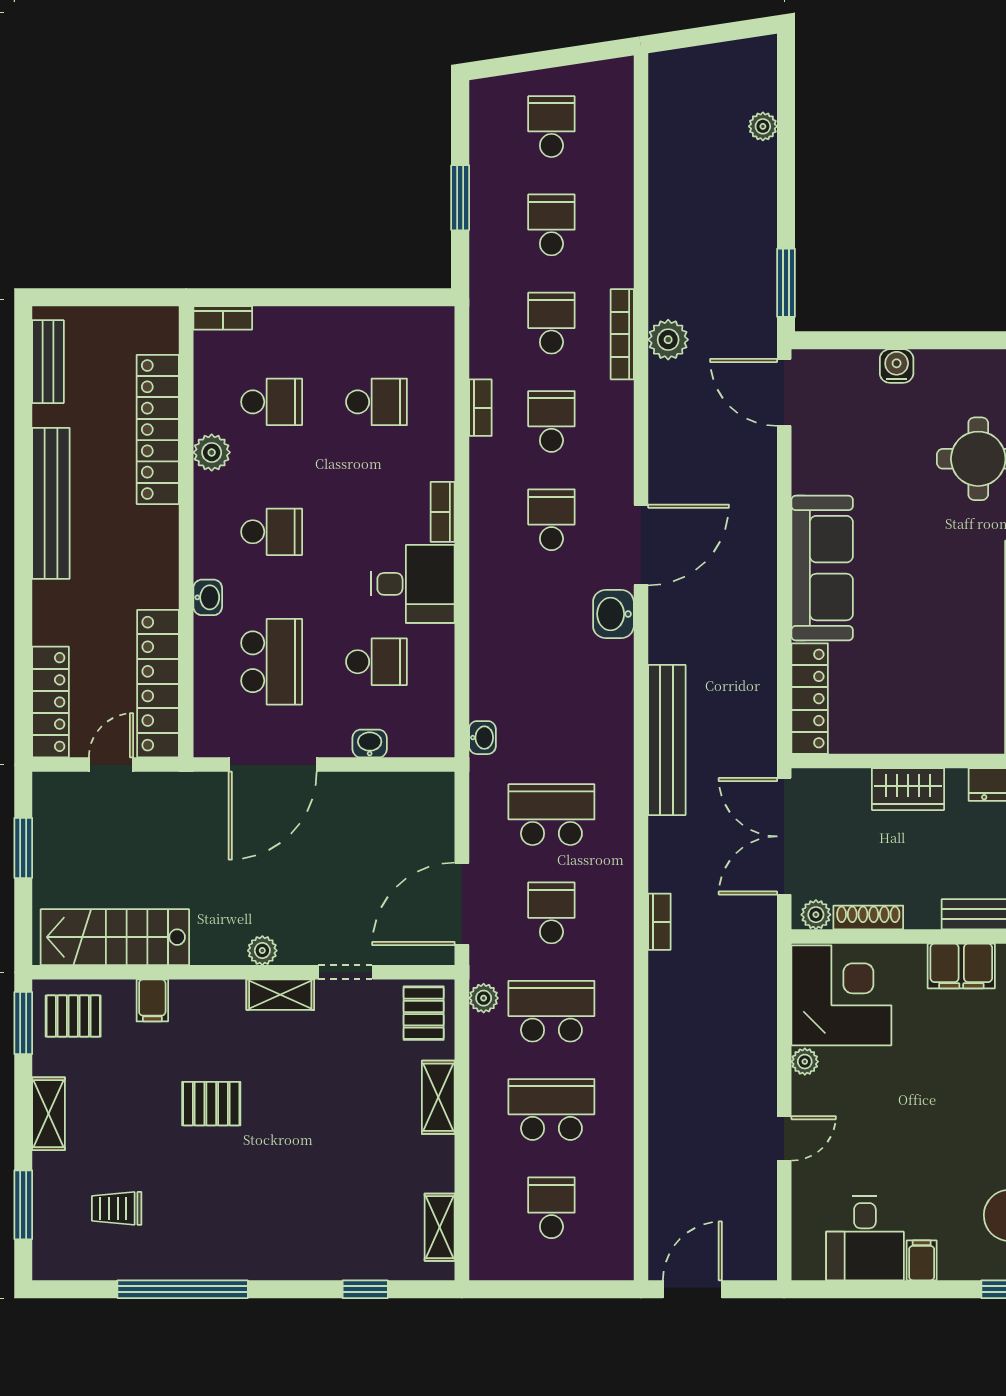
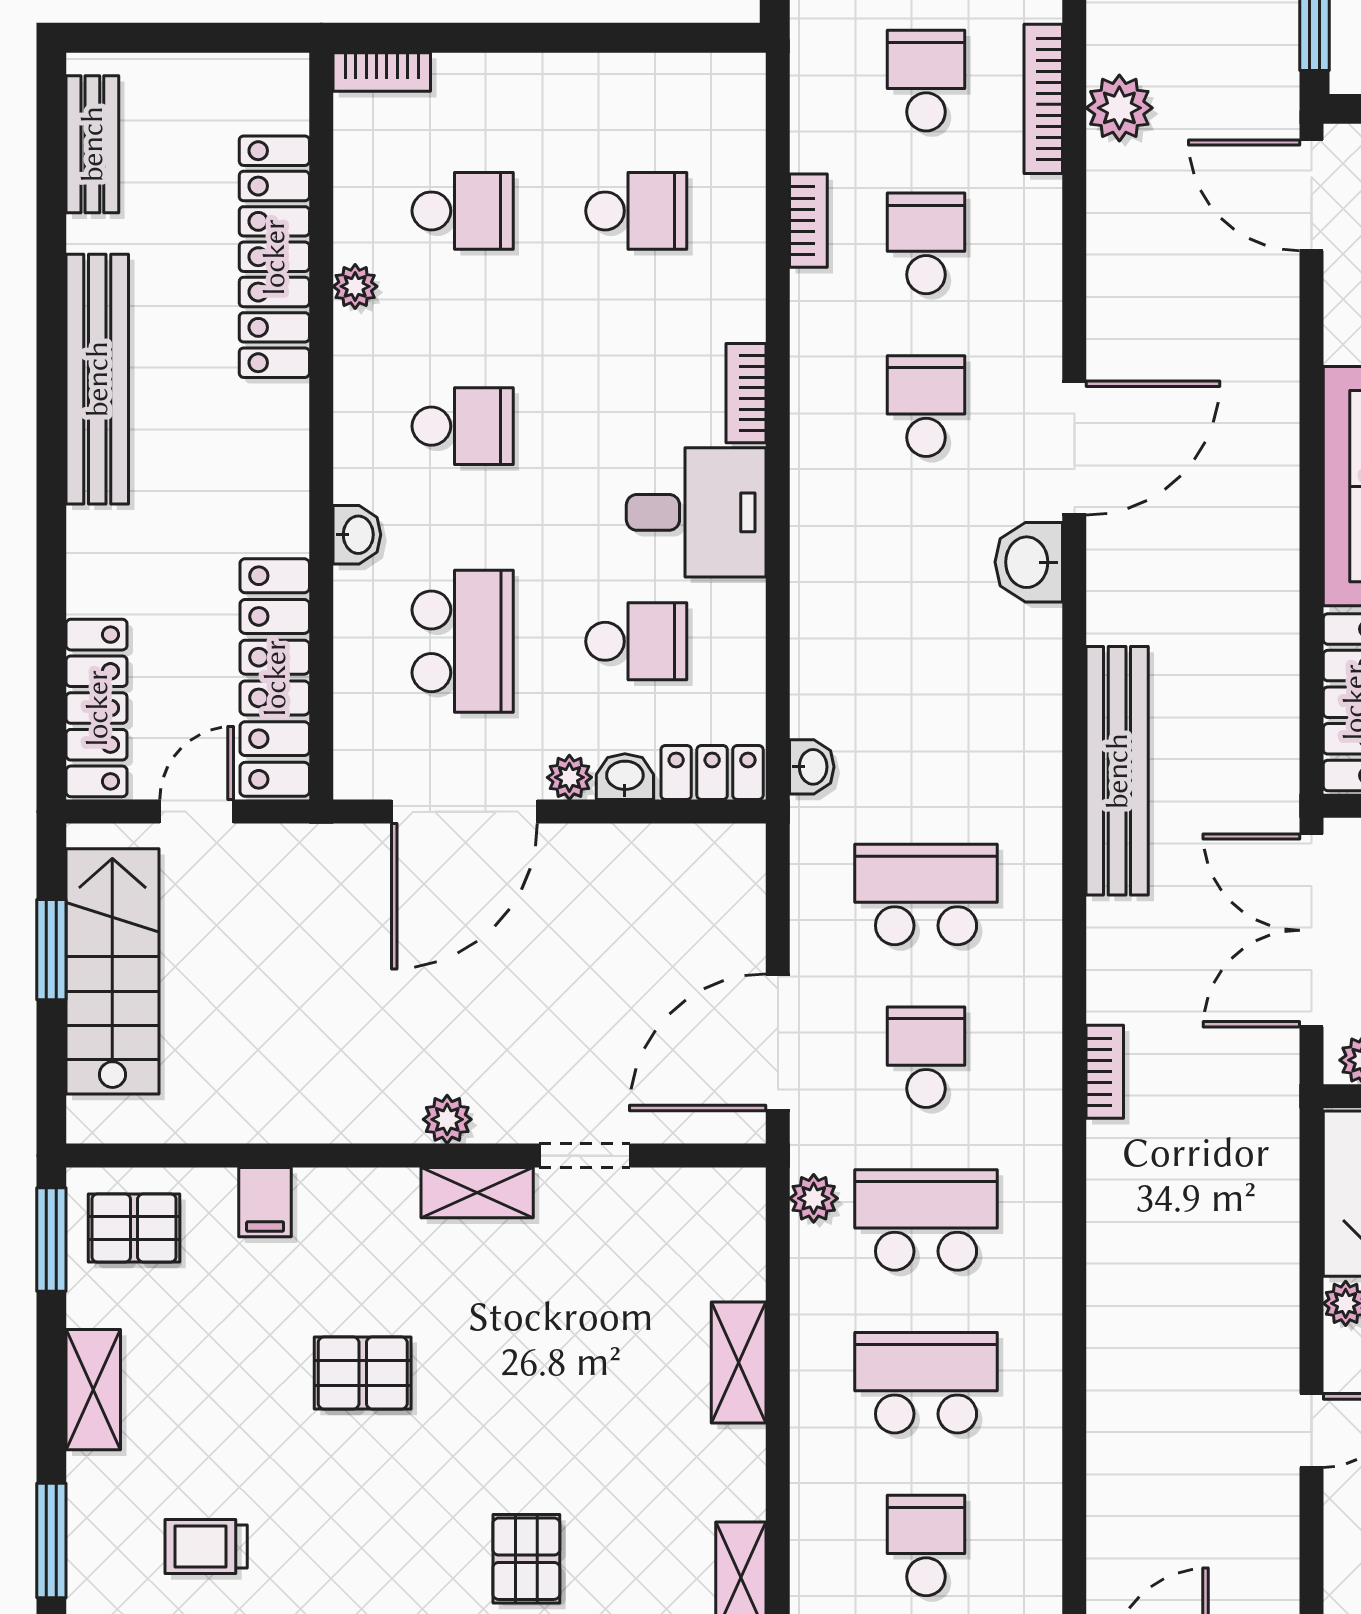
plant: (212, 452) -> (355, 286), width x0.73, depth x0.73
locker: (422, 741) -> (712, 773), added
plant: (336, 744) -> (569, 777), added
stairs: (115, 937) -> (112, 971), moved, turned 90
pallet: (424, 1013) -> (526, 1559), moved

